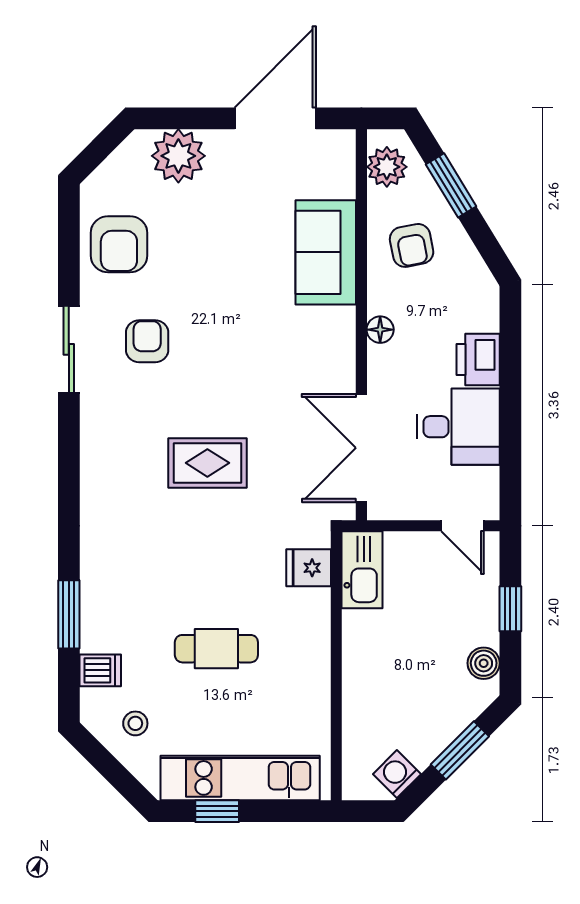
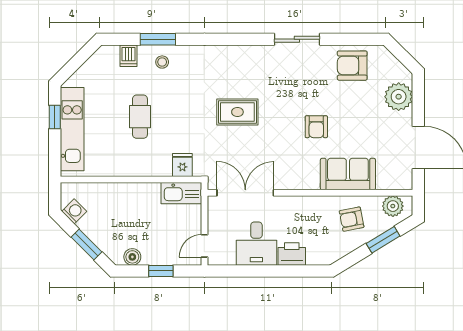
floor lamp: (380, 330) -> (307, 203), removed
armchair: (147, 341) -> (316, 127), moved, turned 90
rug: (207, 463) -> (237, 112), turned 90
stool: (135, 723) -> (162, 62), moved

